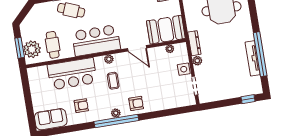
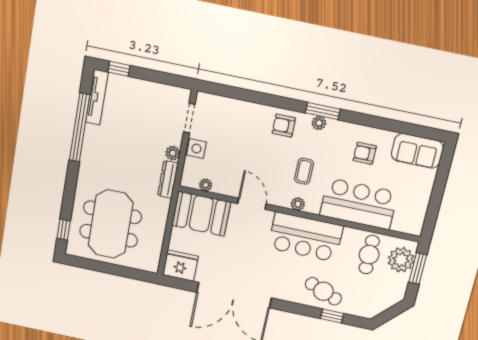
tv unit: (253, 58) -> (97, 97), moved
window: (116, 121) -> (323, 111), width x0.47

